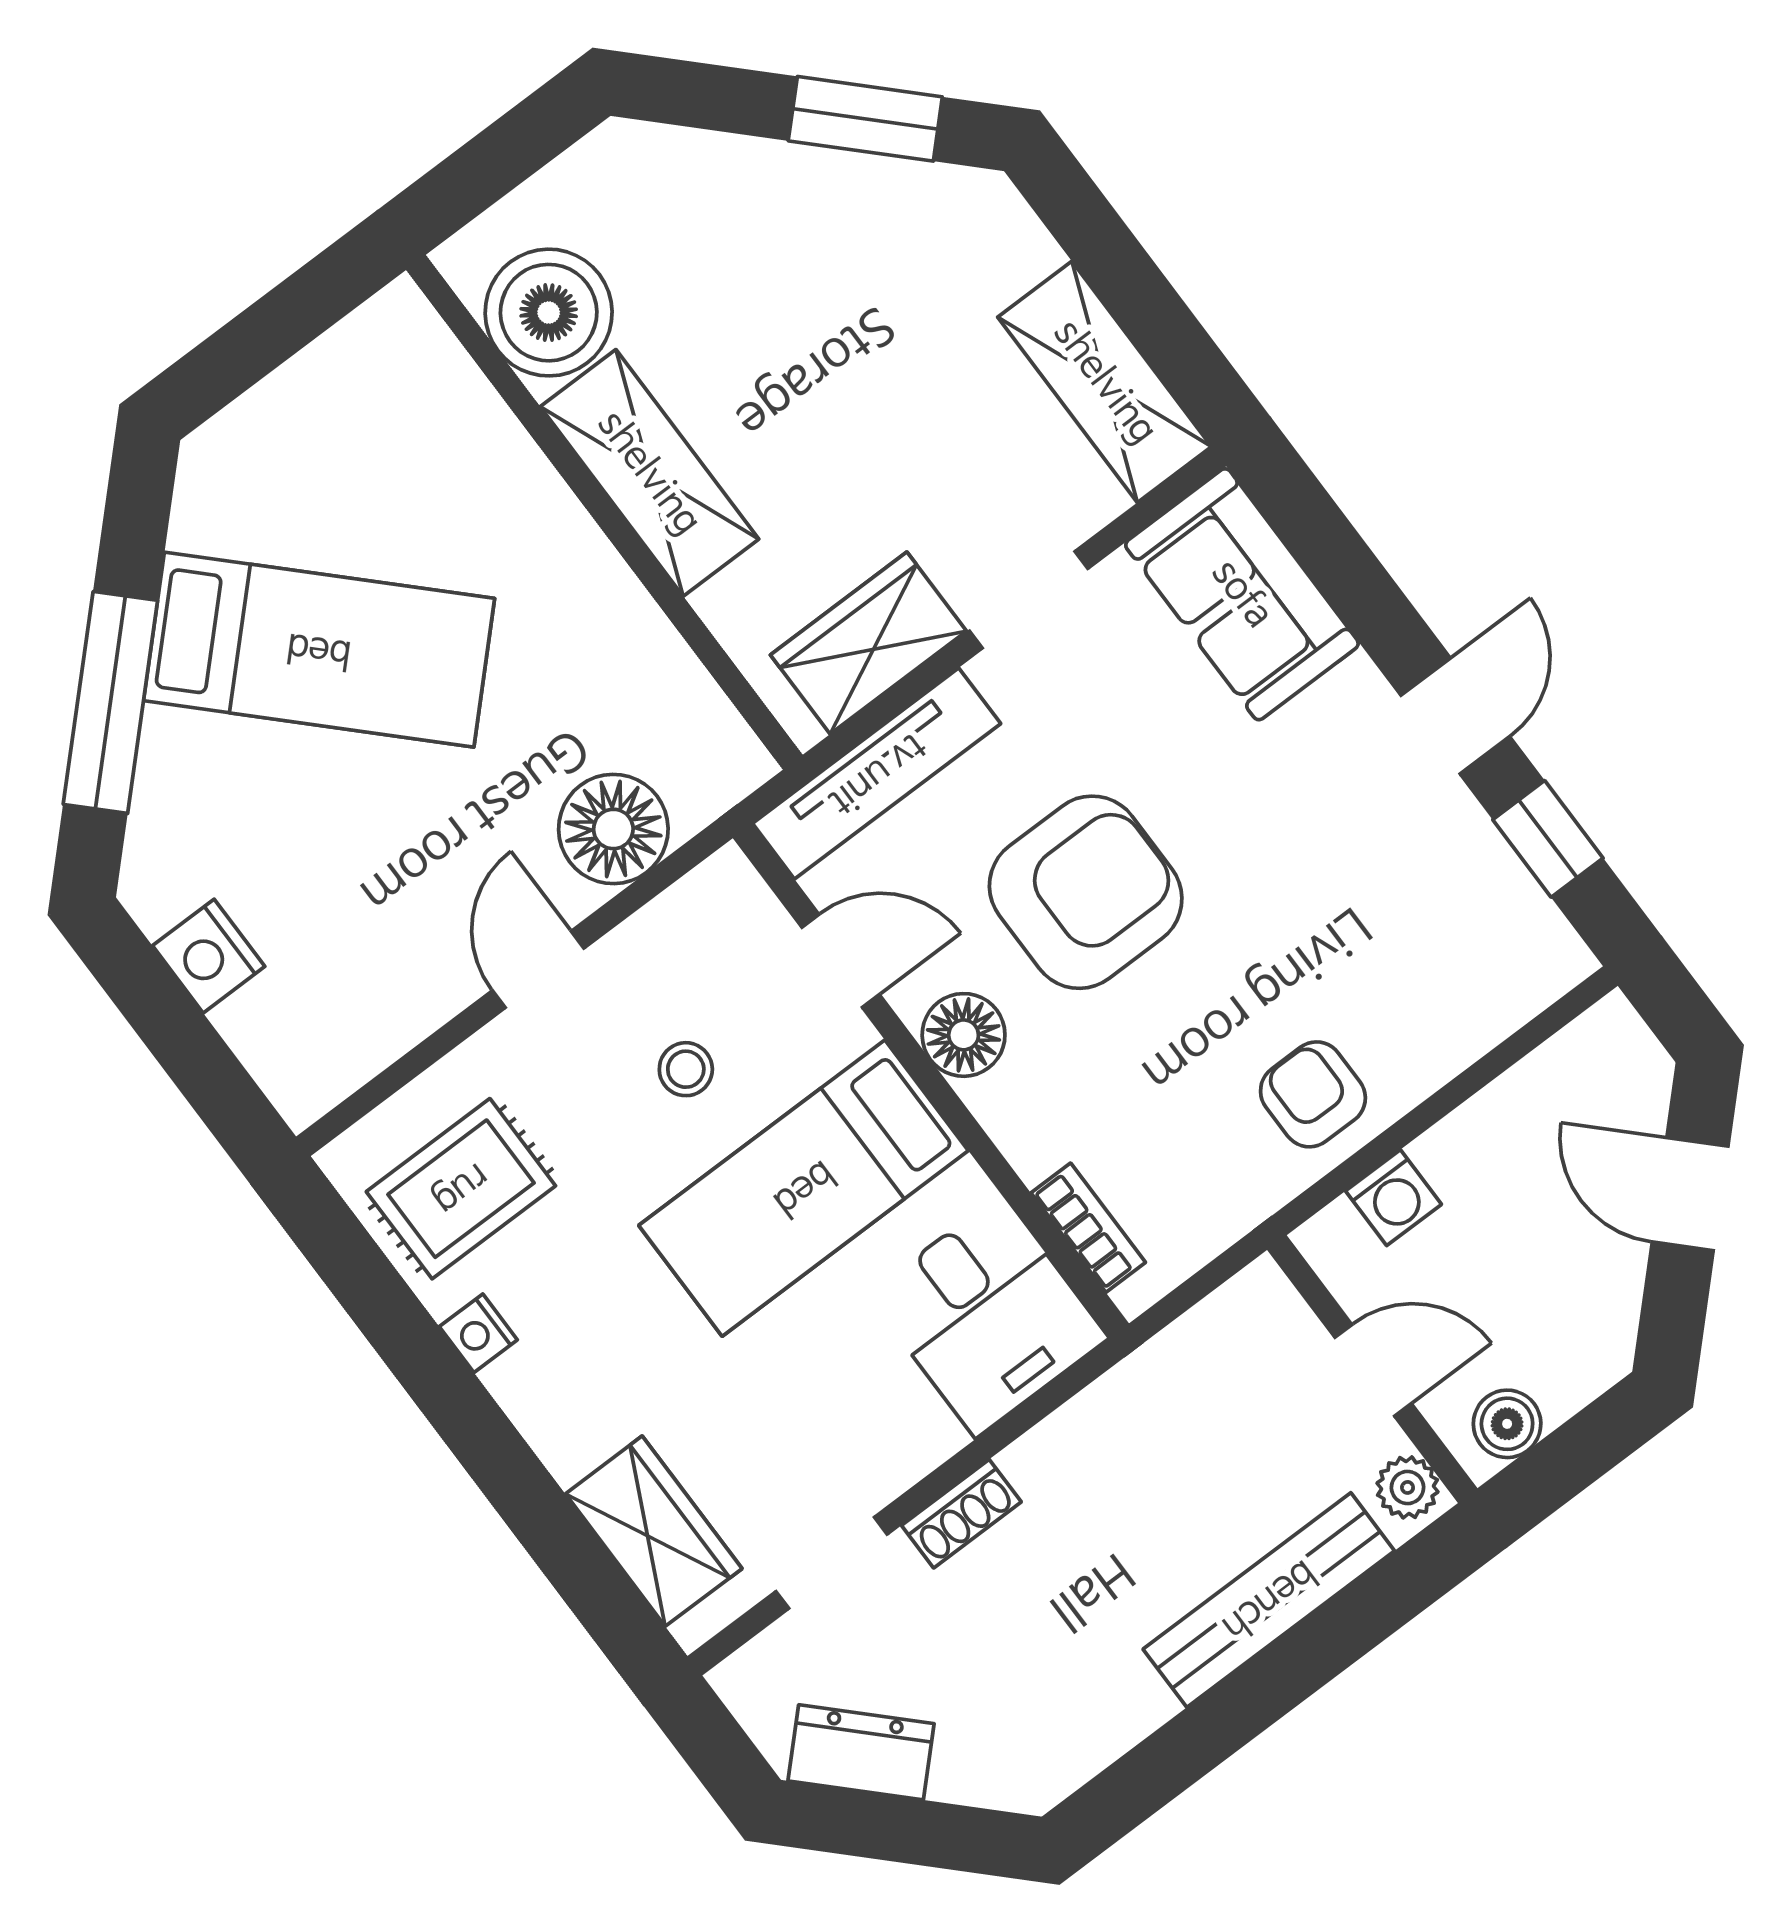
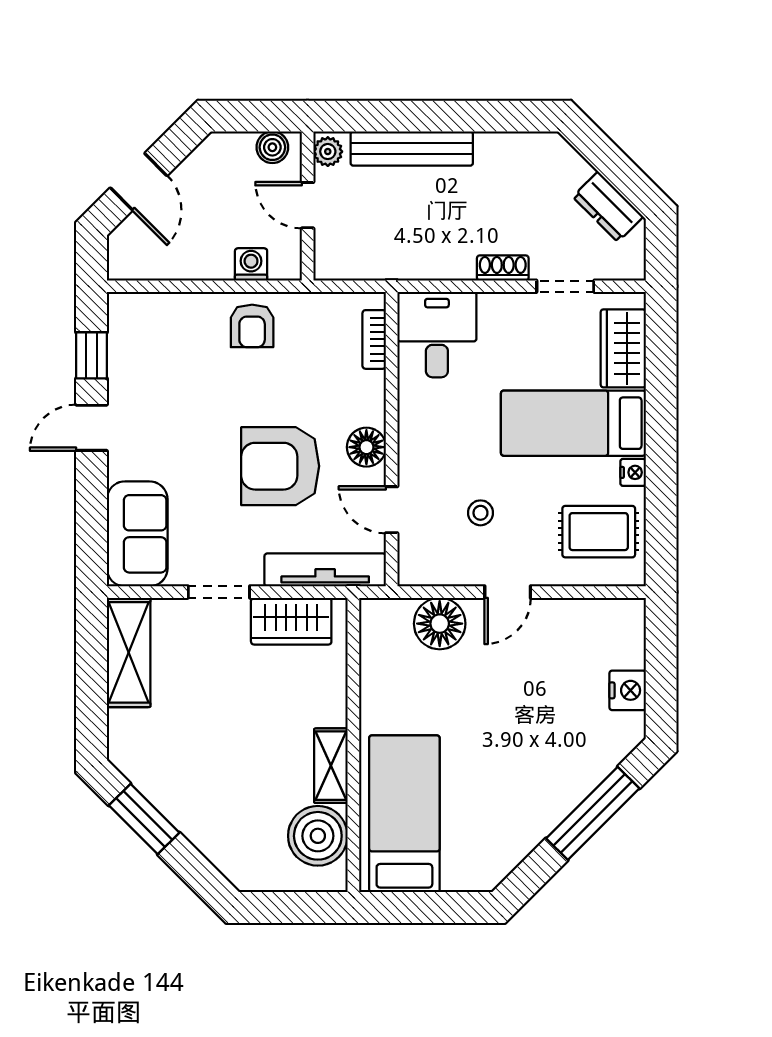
shelving: (649, 473) -> (331, 766), width x0.67, depth x0.75
bed: (319, 650) -> (404, 814), moved, turned 45
bed: (804, 1188) -> (573, 423), moved, turned 180

